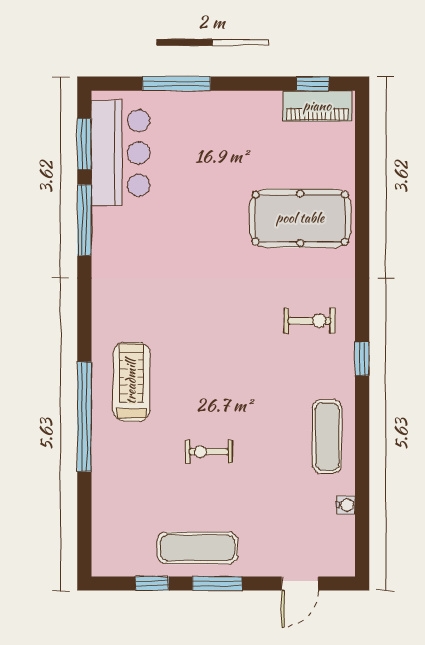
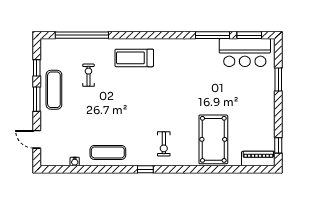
window: (176, 84) -> (278, 80), width x0.69
piano: (317, 106) -> (258, 159), moved, turned 90
treadmill: (131, 382) -> (134, 58), turned 180
window: (84, 417) -> (82, 35), moved
exercise bike: (209, 452) -> (88, 75), moved

